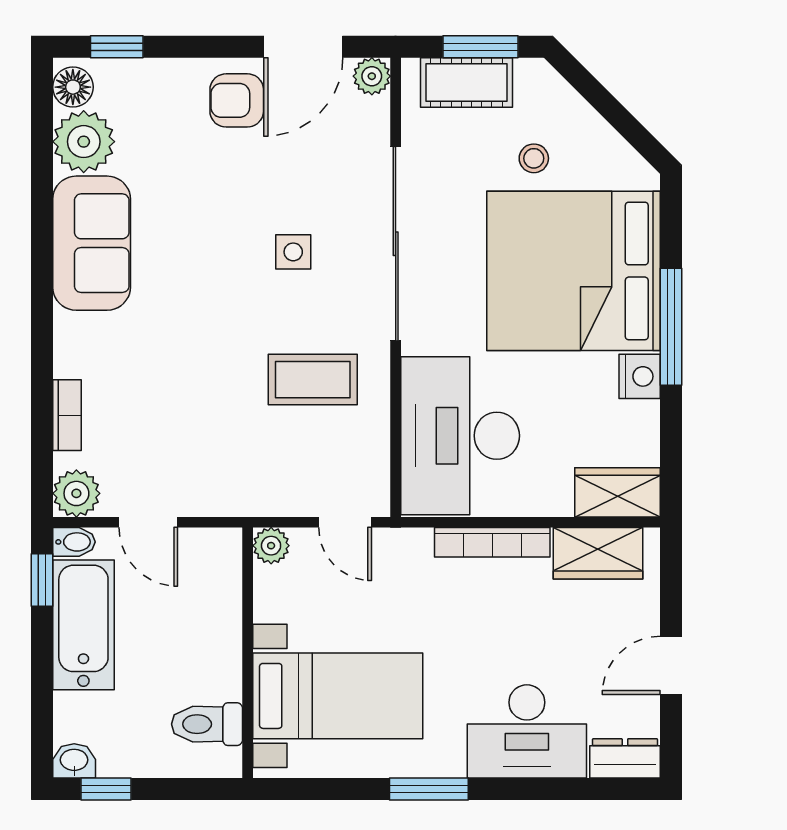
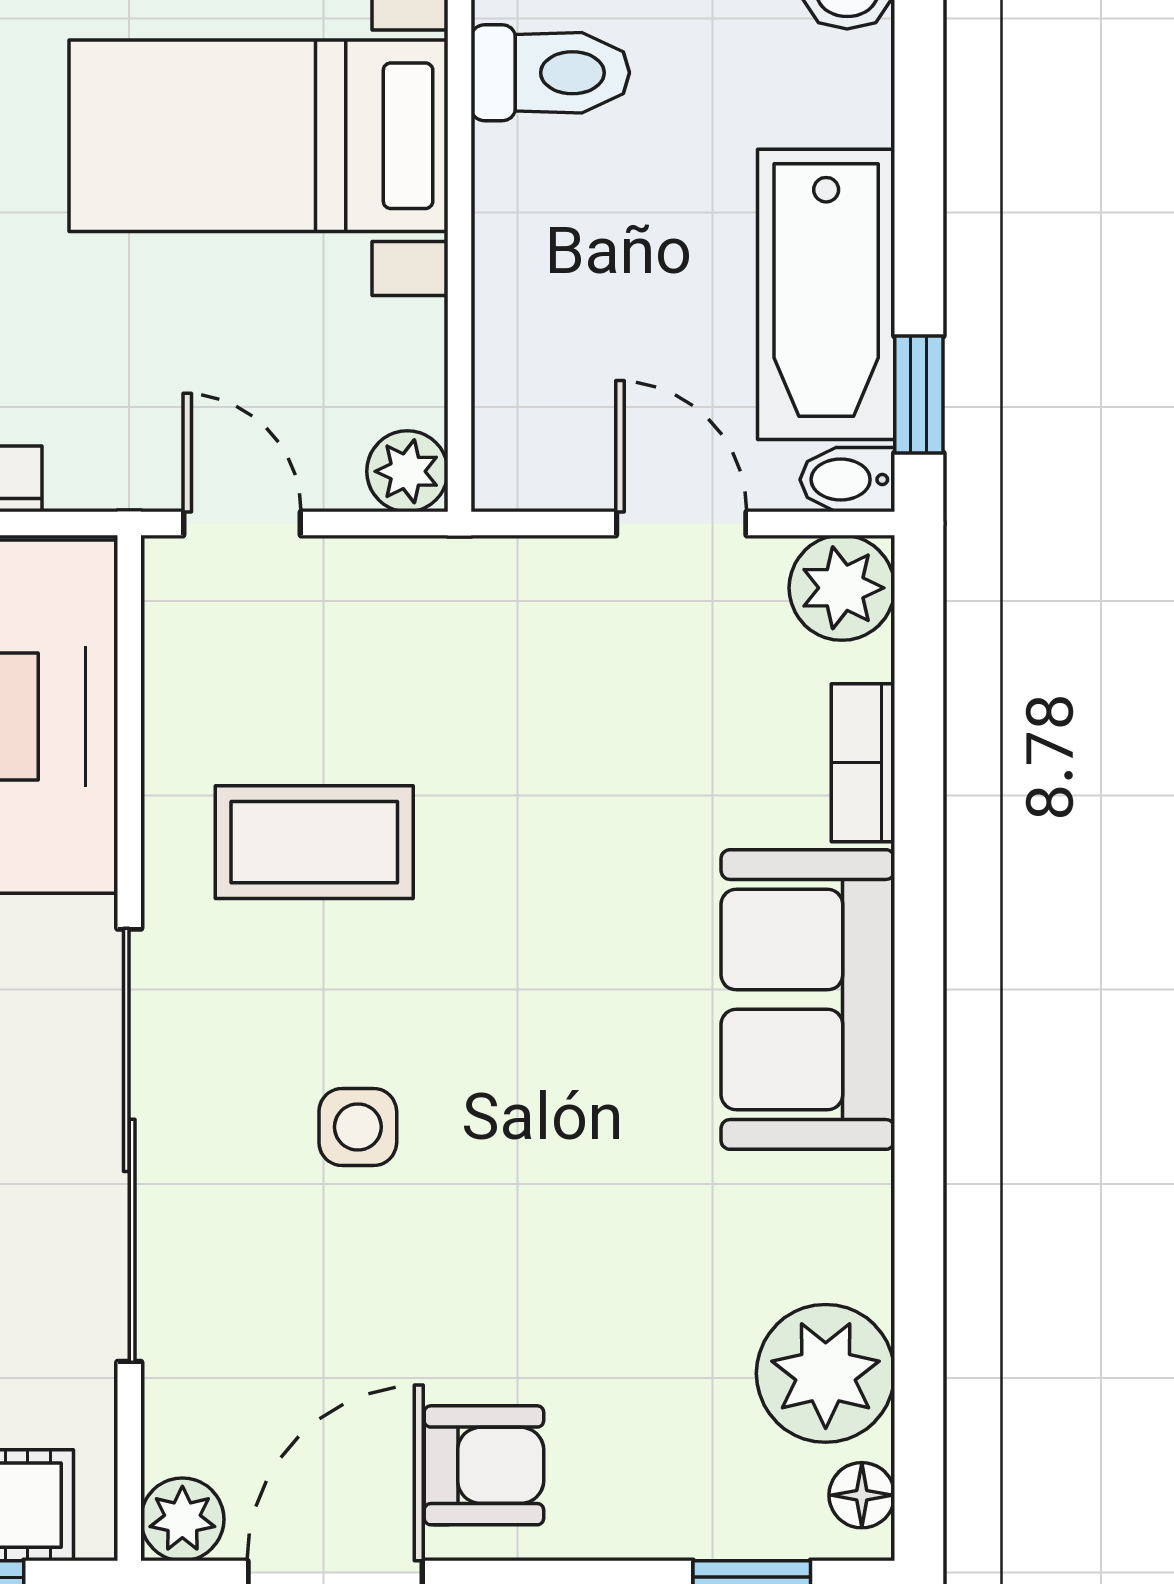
floor lamp: (73, 87) -> (862, 1495), width x0.73, depth x0.73
sofa: (92, 243) -> (808, 1000), moved

